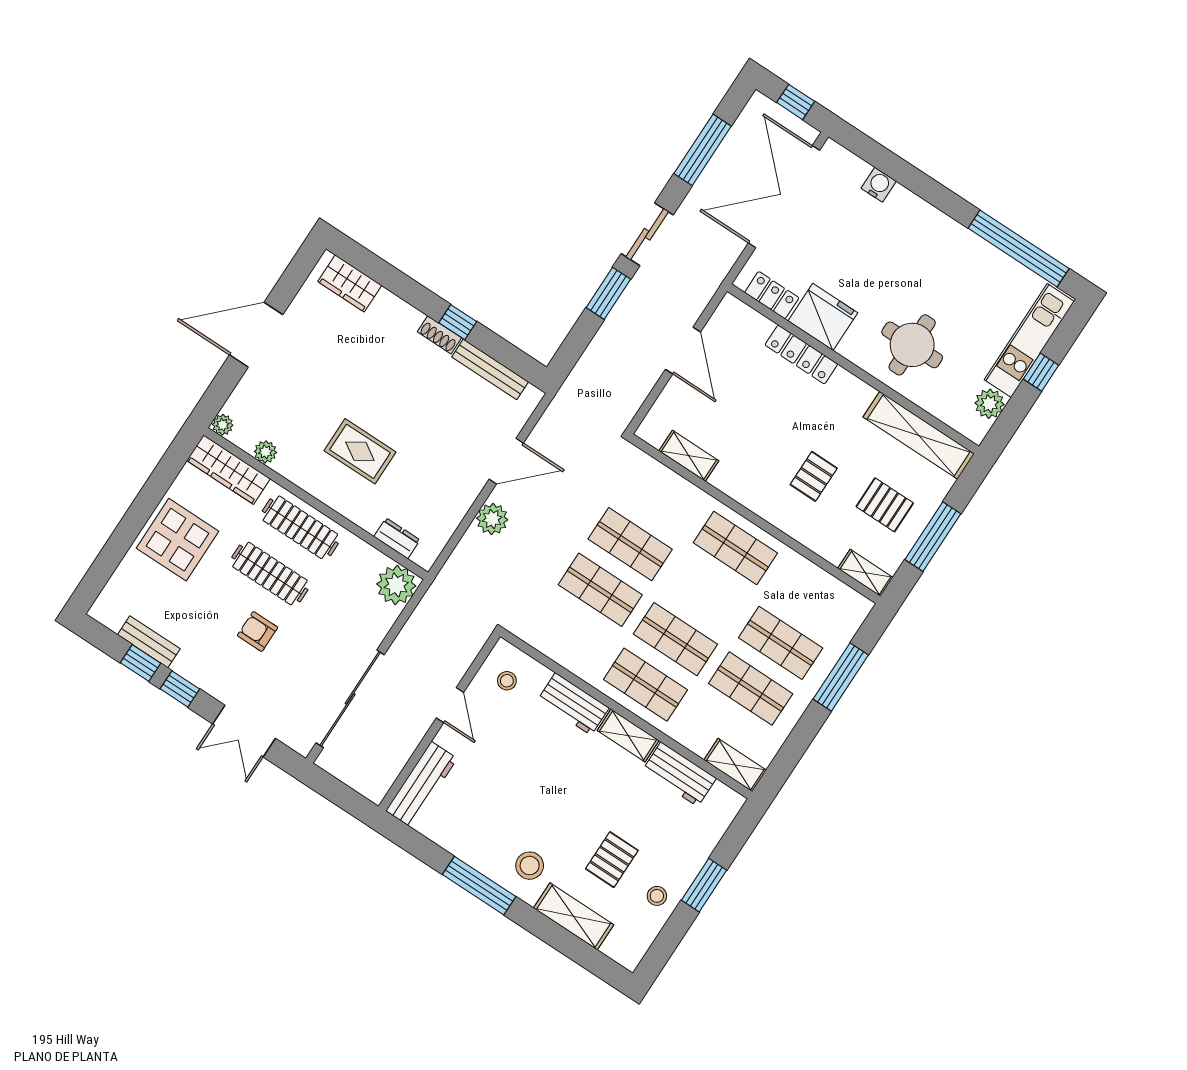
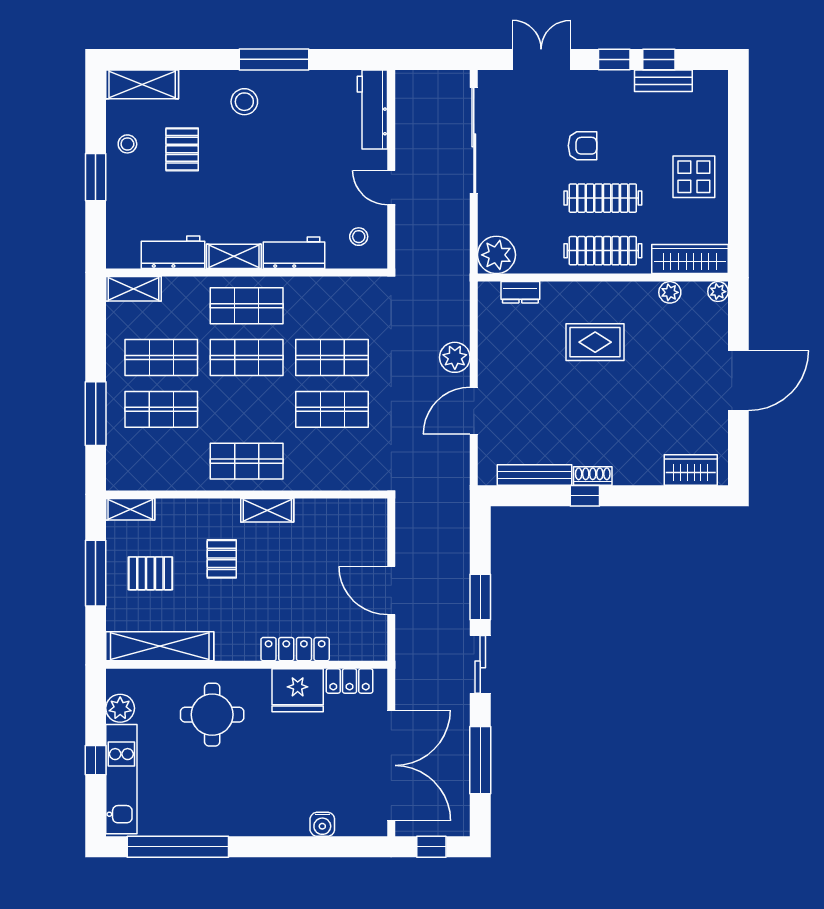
shelving: (689, 456) -> (267, 510), moved
display table: (177, 540) -> (694, 177), width x0.73, depth x0.73
shelving: (574, 916) -> (142, 84), moved

